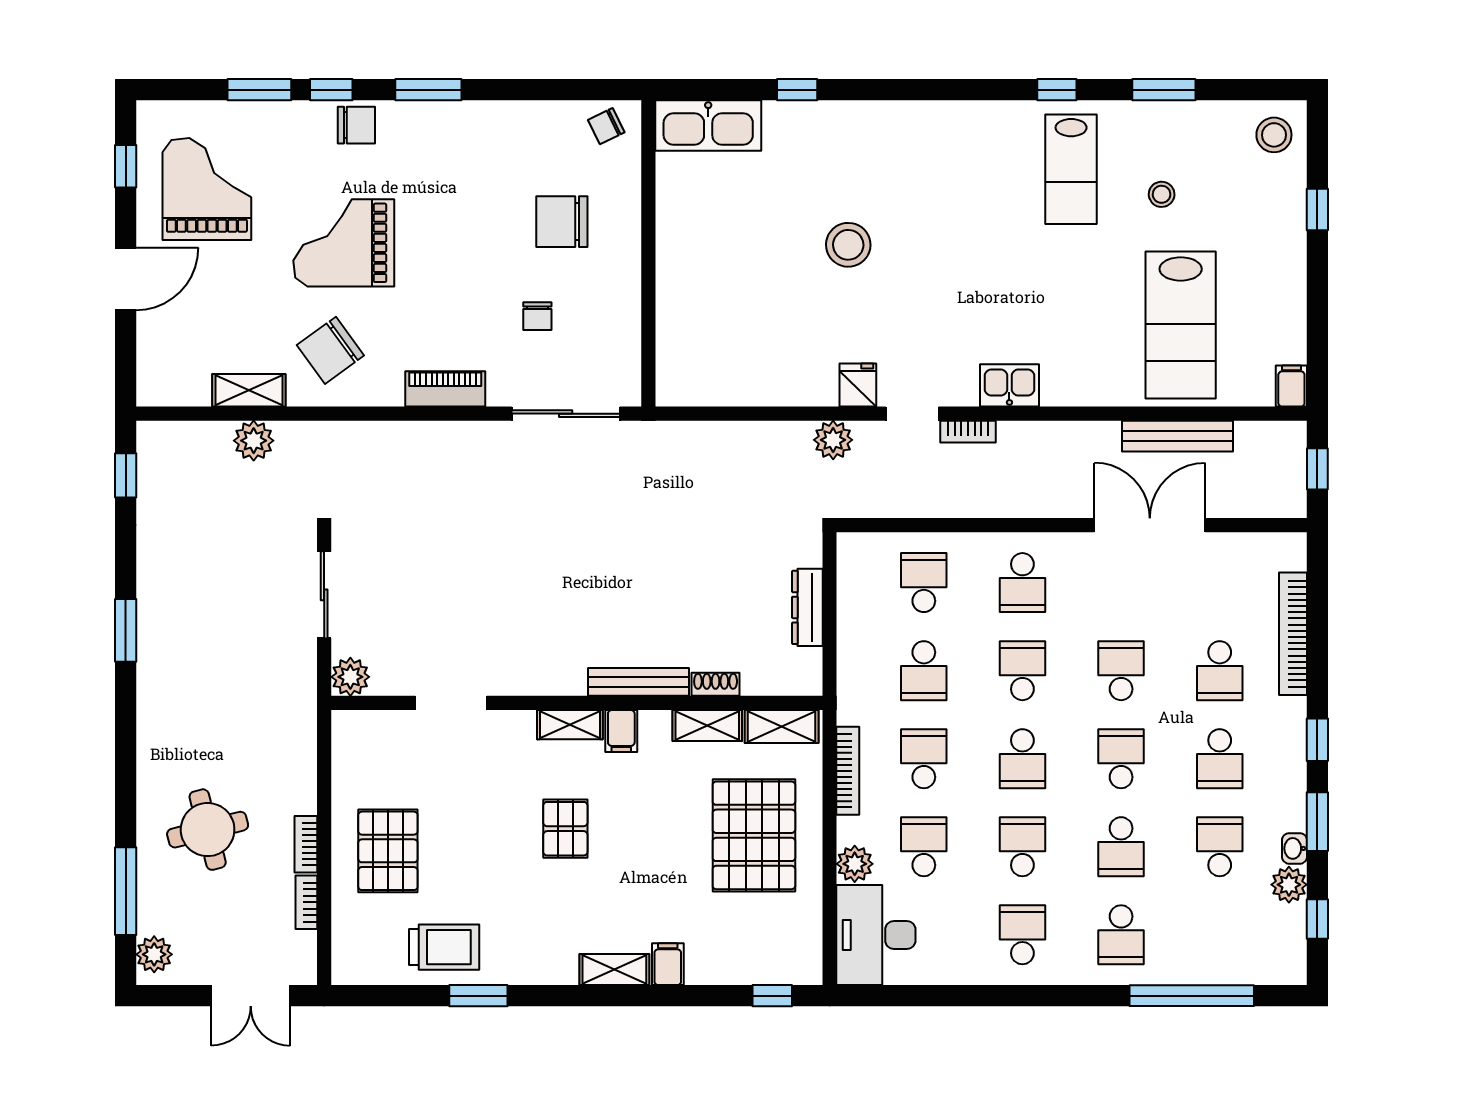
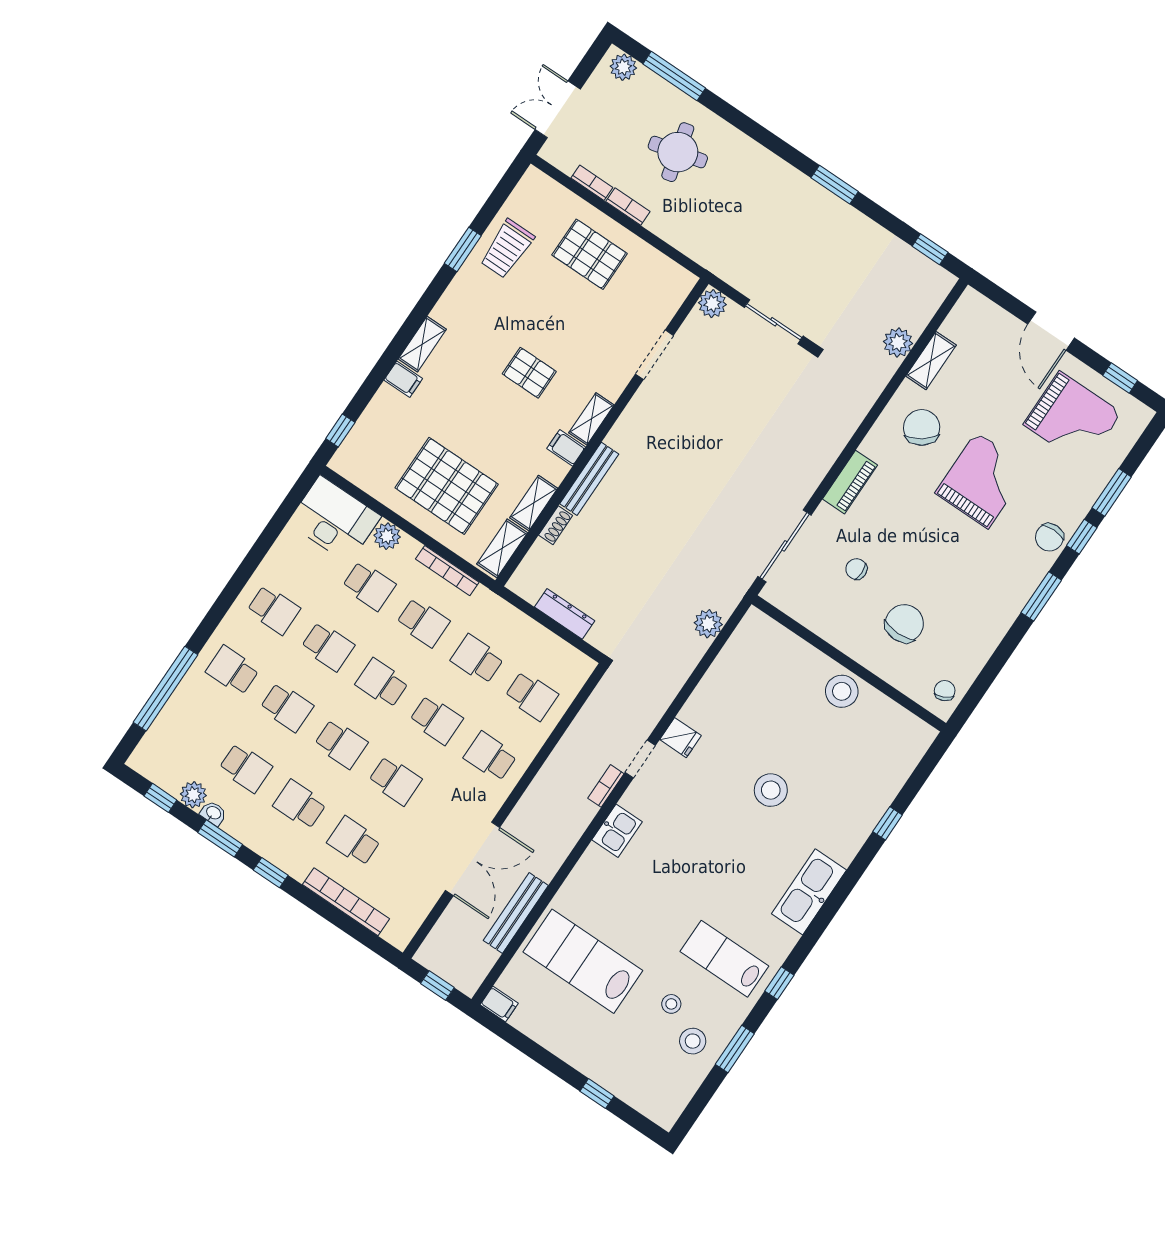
kitchen sink: (708, 125) -> (809, 892), moved
stool: (1274, 135) -> (693, 1041), moved
stool: (685, 240) -> (842, 691), added
plant: (833, 440) -> (708, 624), moved
school desk: (1121, 847) -> (287, 707), turned 180

